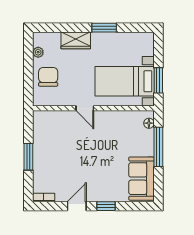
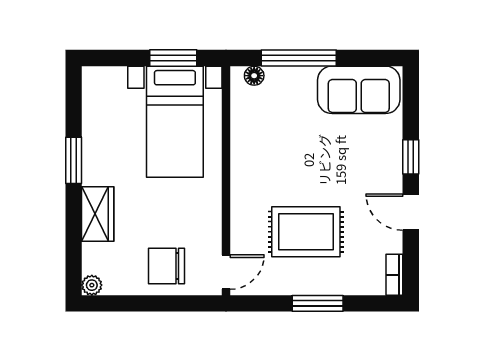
plant: (38, 52) -> (92, 285), moved
door: (85, 108) -> (226, 272), moved
rug: (66, 151) -> (306, 232), added

